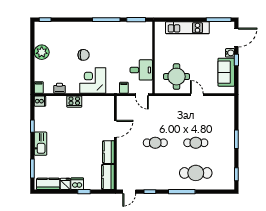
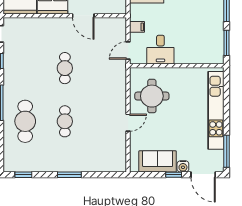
kitchen unit: (187, 28) -> (216, 110), width x1.36

